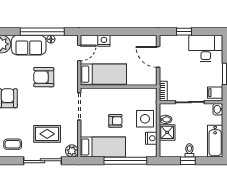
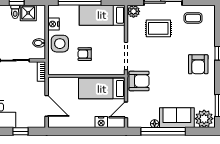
armchair: (44, 77) -> (139, 81), moved
armchair: (115, 121) -> (85, 54), moved
shower: (167, 132) -> (28, 13), moved

